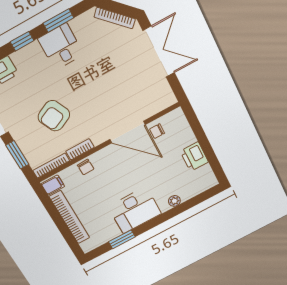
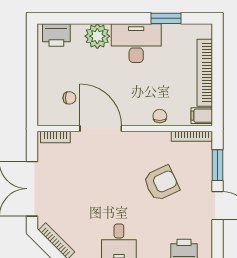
chair: (157, 131) -> (69, 98), moved
bookcase: (80, 149) -> (55, 137), moved
printer: (194, 157) -> (56, 35), moved, turned 90
plant: (174, 201) -> (97, 36), width x1.88, depth x1.88

